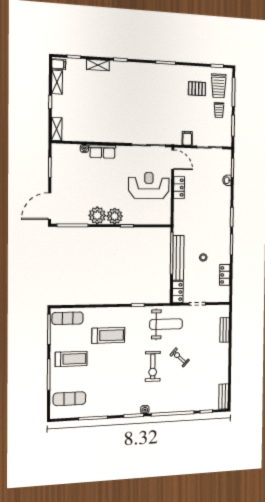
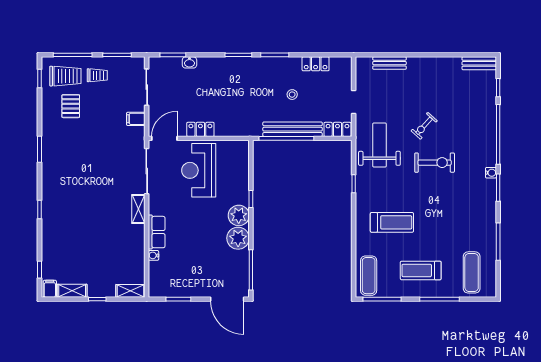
shelving: (98, 65) -> (138, 209), moved
treadmill: (108, 335) -> (392, 222), turned 90
treadmill: (71, 359) -> (421, 270), turned -90

